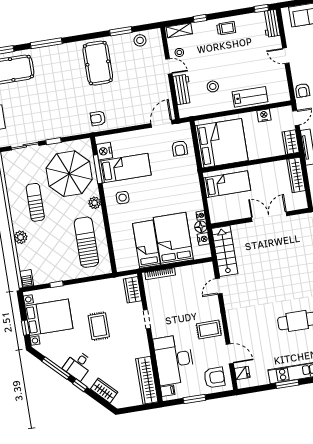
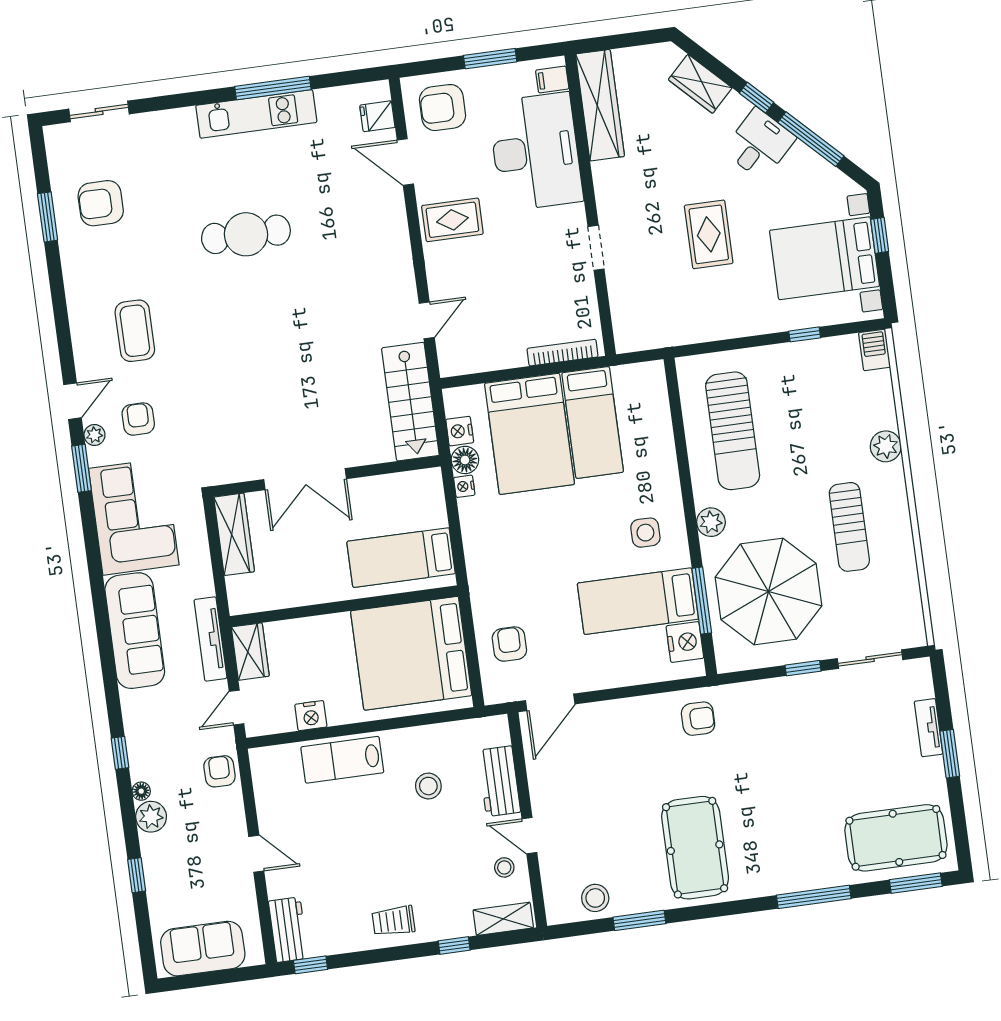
wardrobe: (296, 175) -> (234, 534), moved
wardrobe: (133, 290) -> (628, 317), removed
window: (287, 384) -> (273, 88), width x1.44

